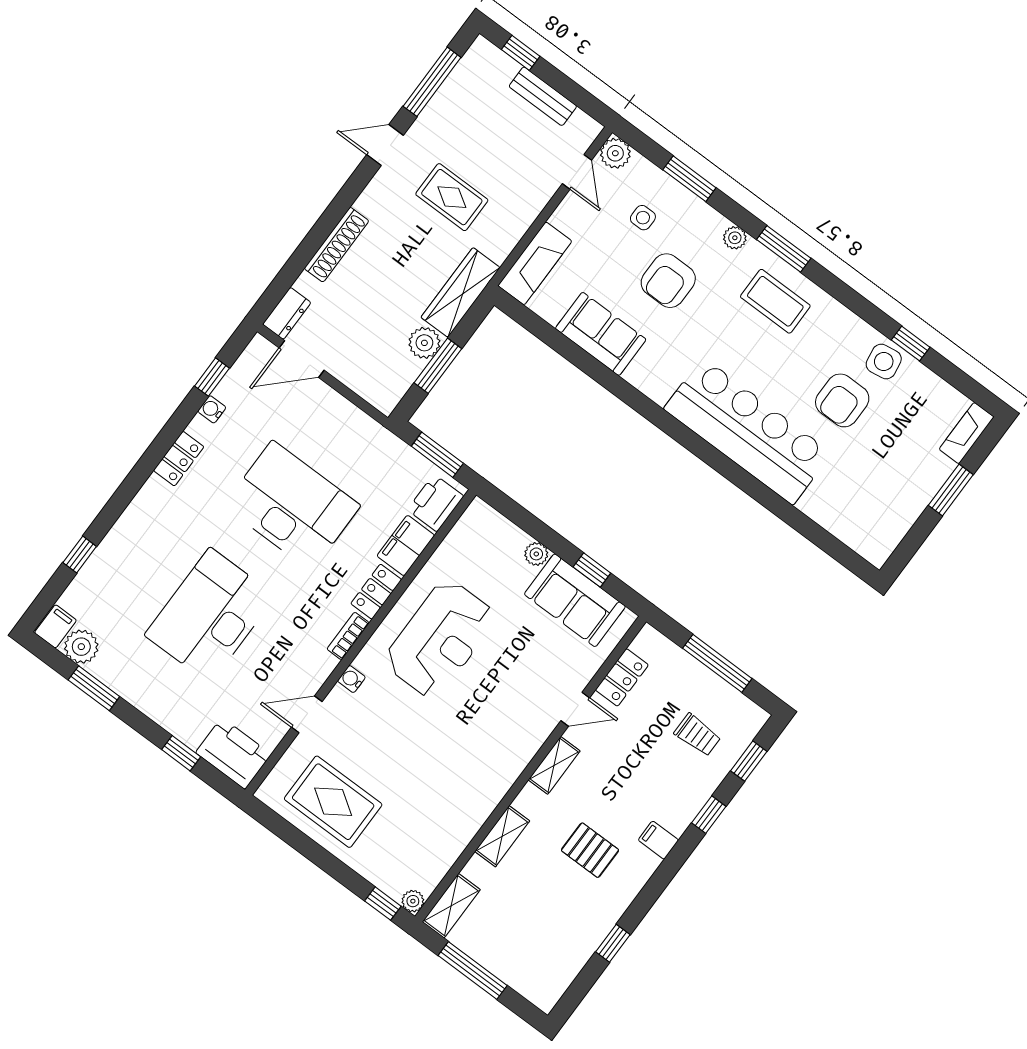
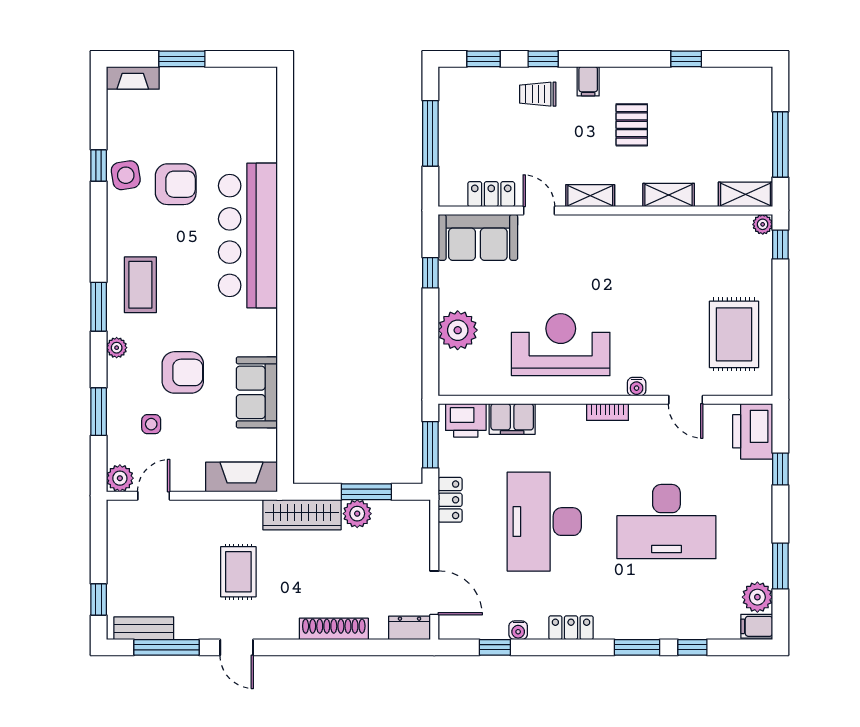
bench: (543, 96) -> (144, 628), moved, turned 90
window: (117, 505) -> (637, 647), added
plant: (536, 554) -> (458, 330), width x1.87, depth x1.87
locker: (376, 592) -> (450, 500), moved, turned -90
sofa: (575, 600) -> (478, 237), moved, turned 90
trolley: (697, 735) -> (538, 94), moved, turned -90

